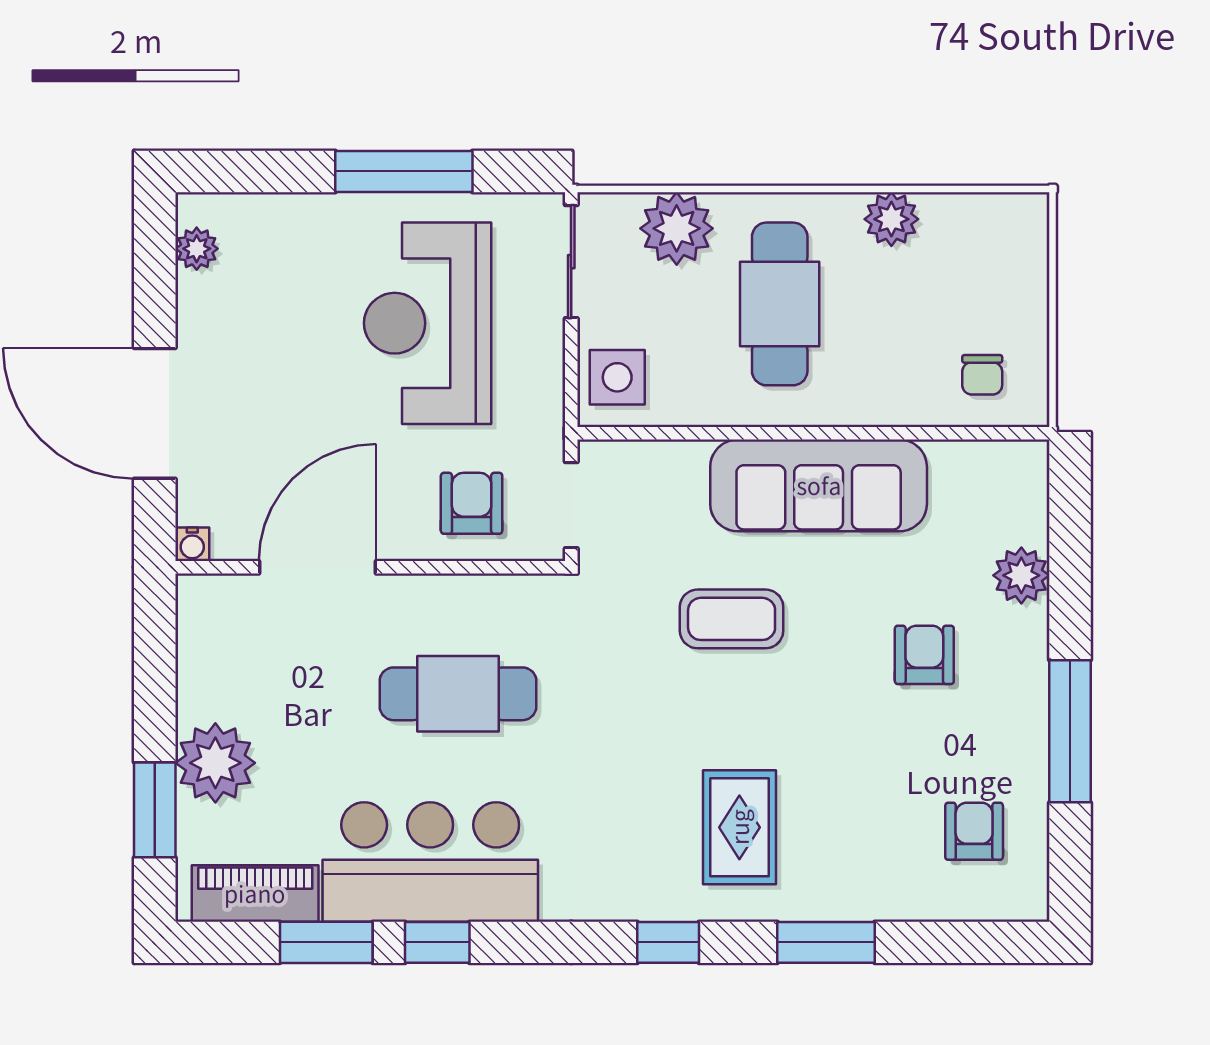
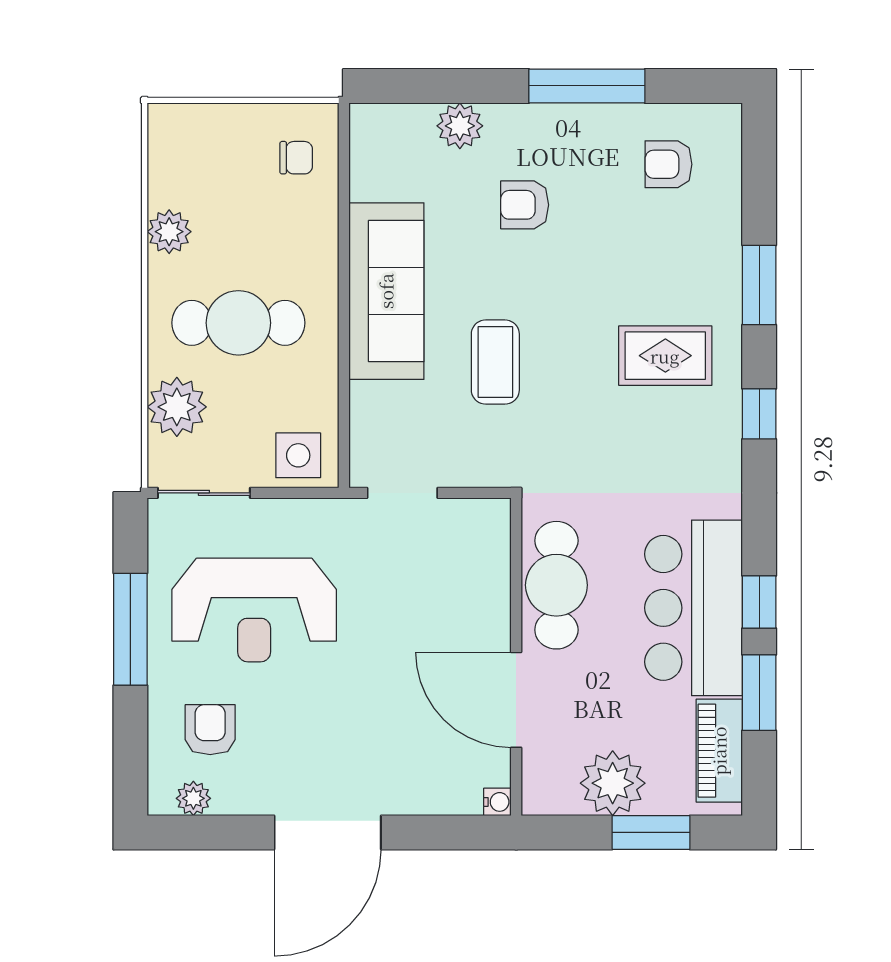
armchair: (472, 503) -> (210, 730), moved, turned 90
water cooler: (192, 544) -> (497, 802), moved
door: (318, 567) -> (516, 700), moved
wall: (370, 567) -> (516, 657), moved

